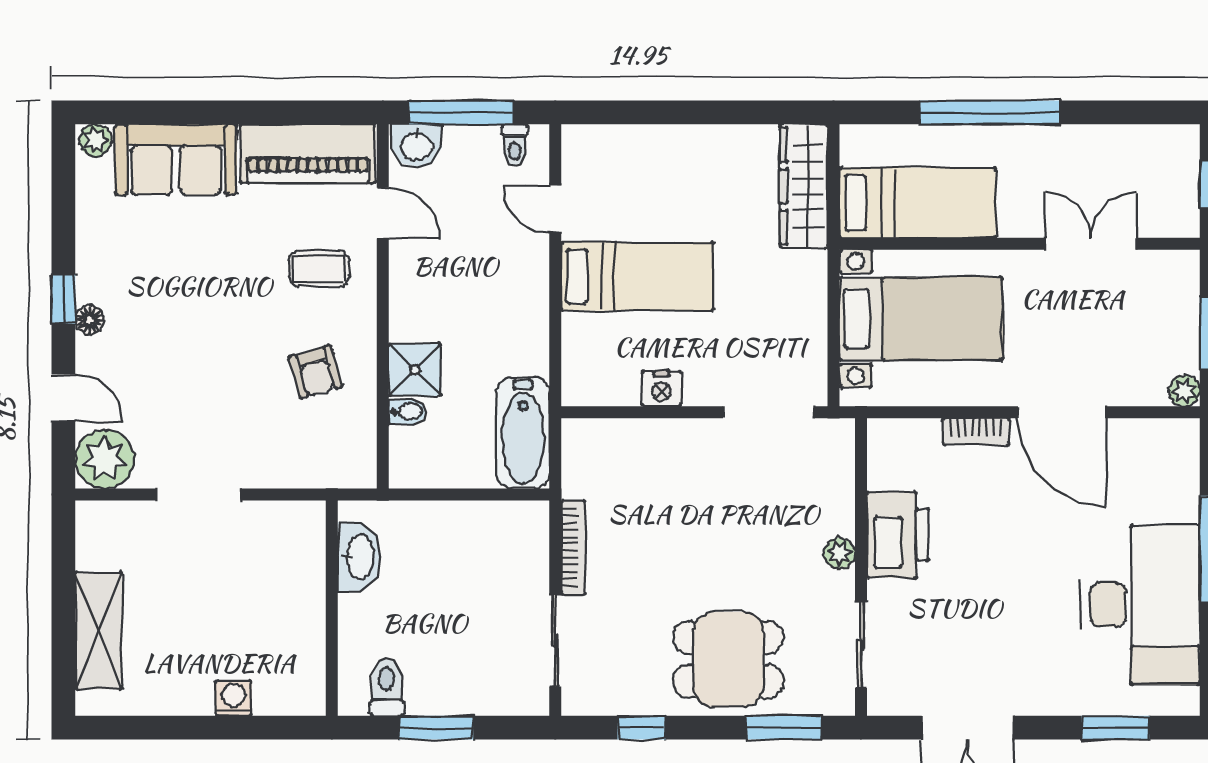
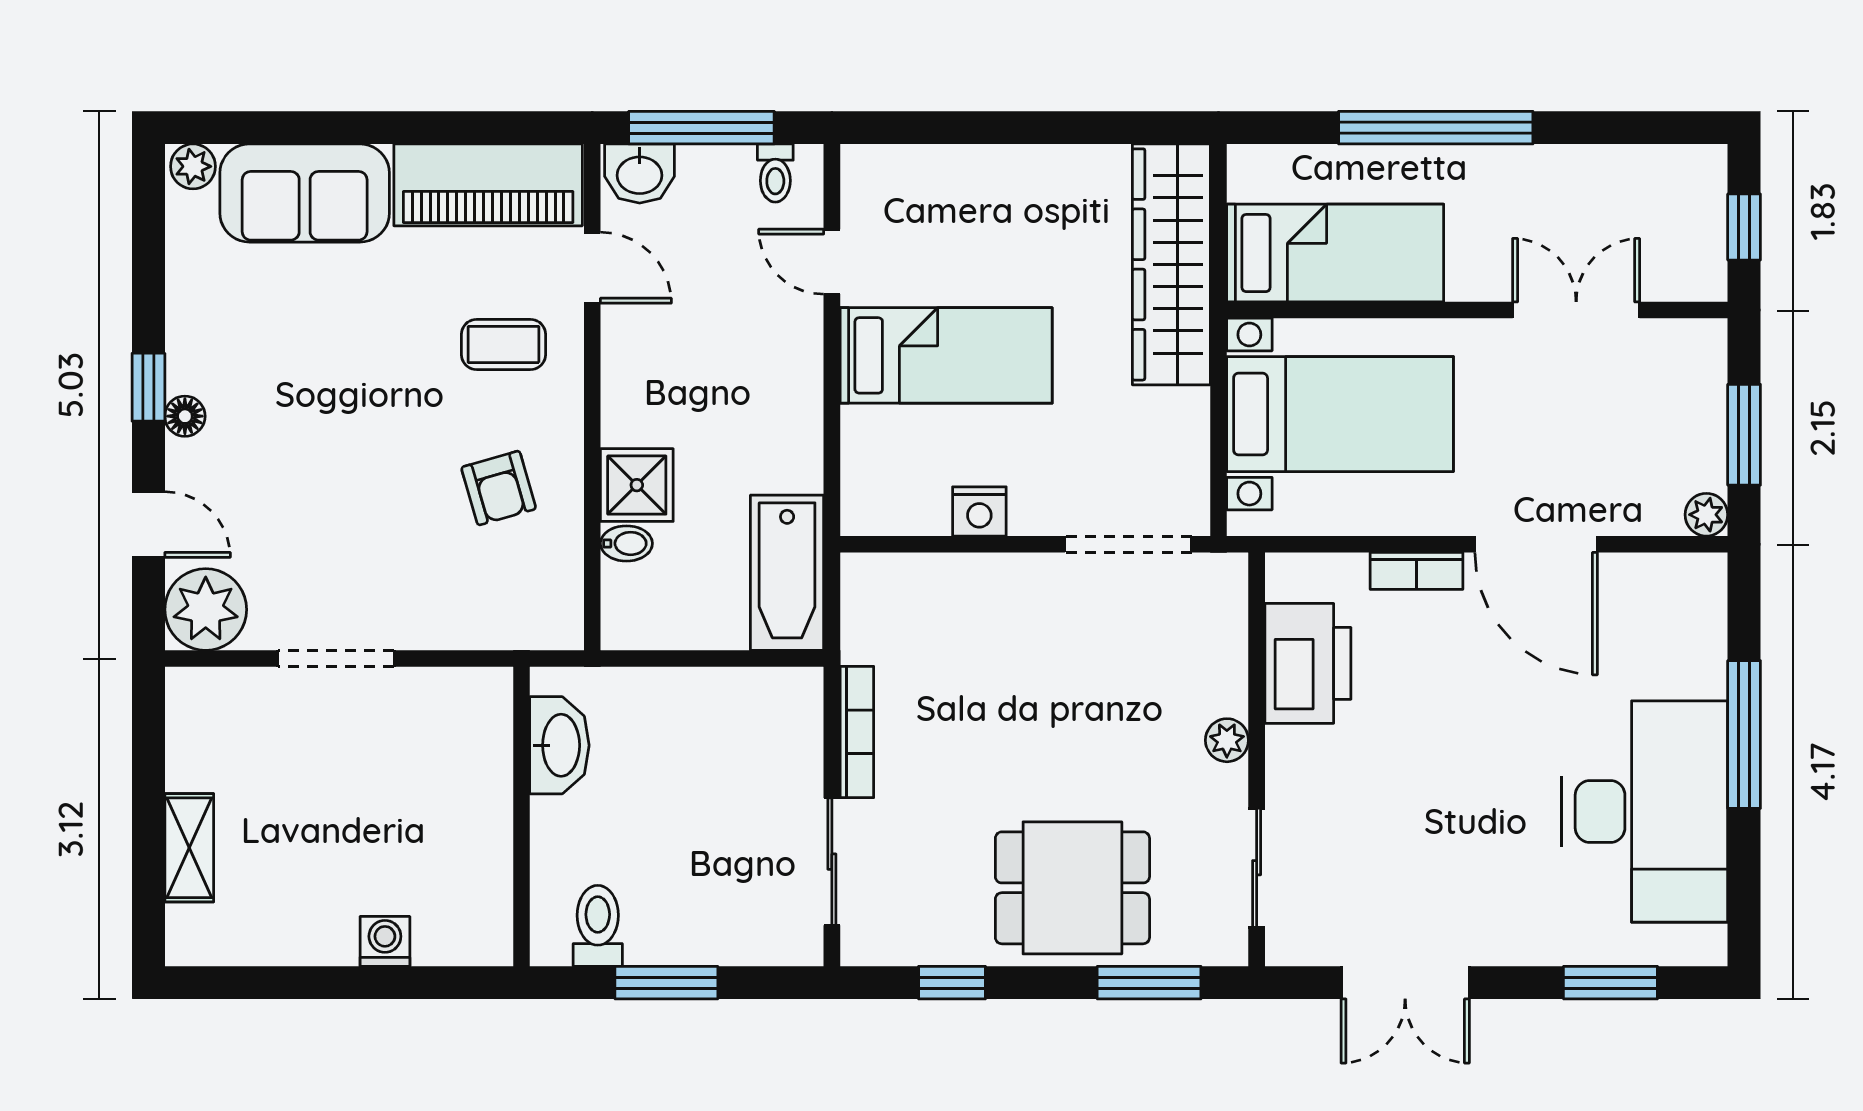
wardrobe: (804, 186) -> (1171, 264), width x1.40, depth x1.17
printer: (898, 535) -> (1308, 663), moved
shelving: (99, 631) -> (189, 848), width x0.67, depth x0.75

